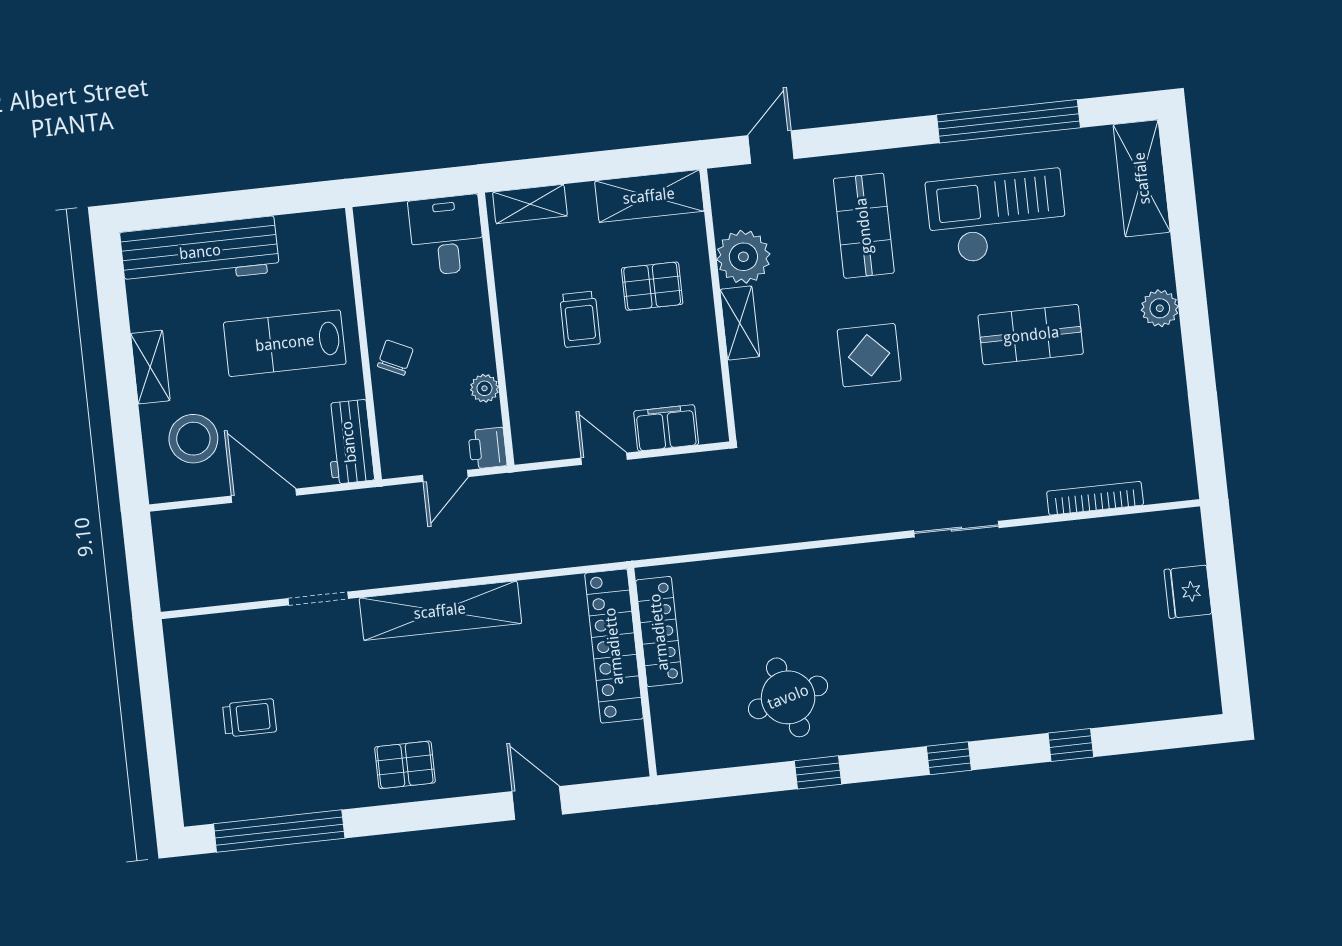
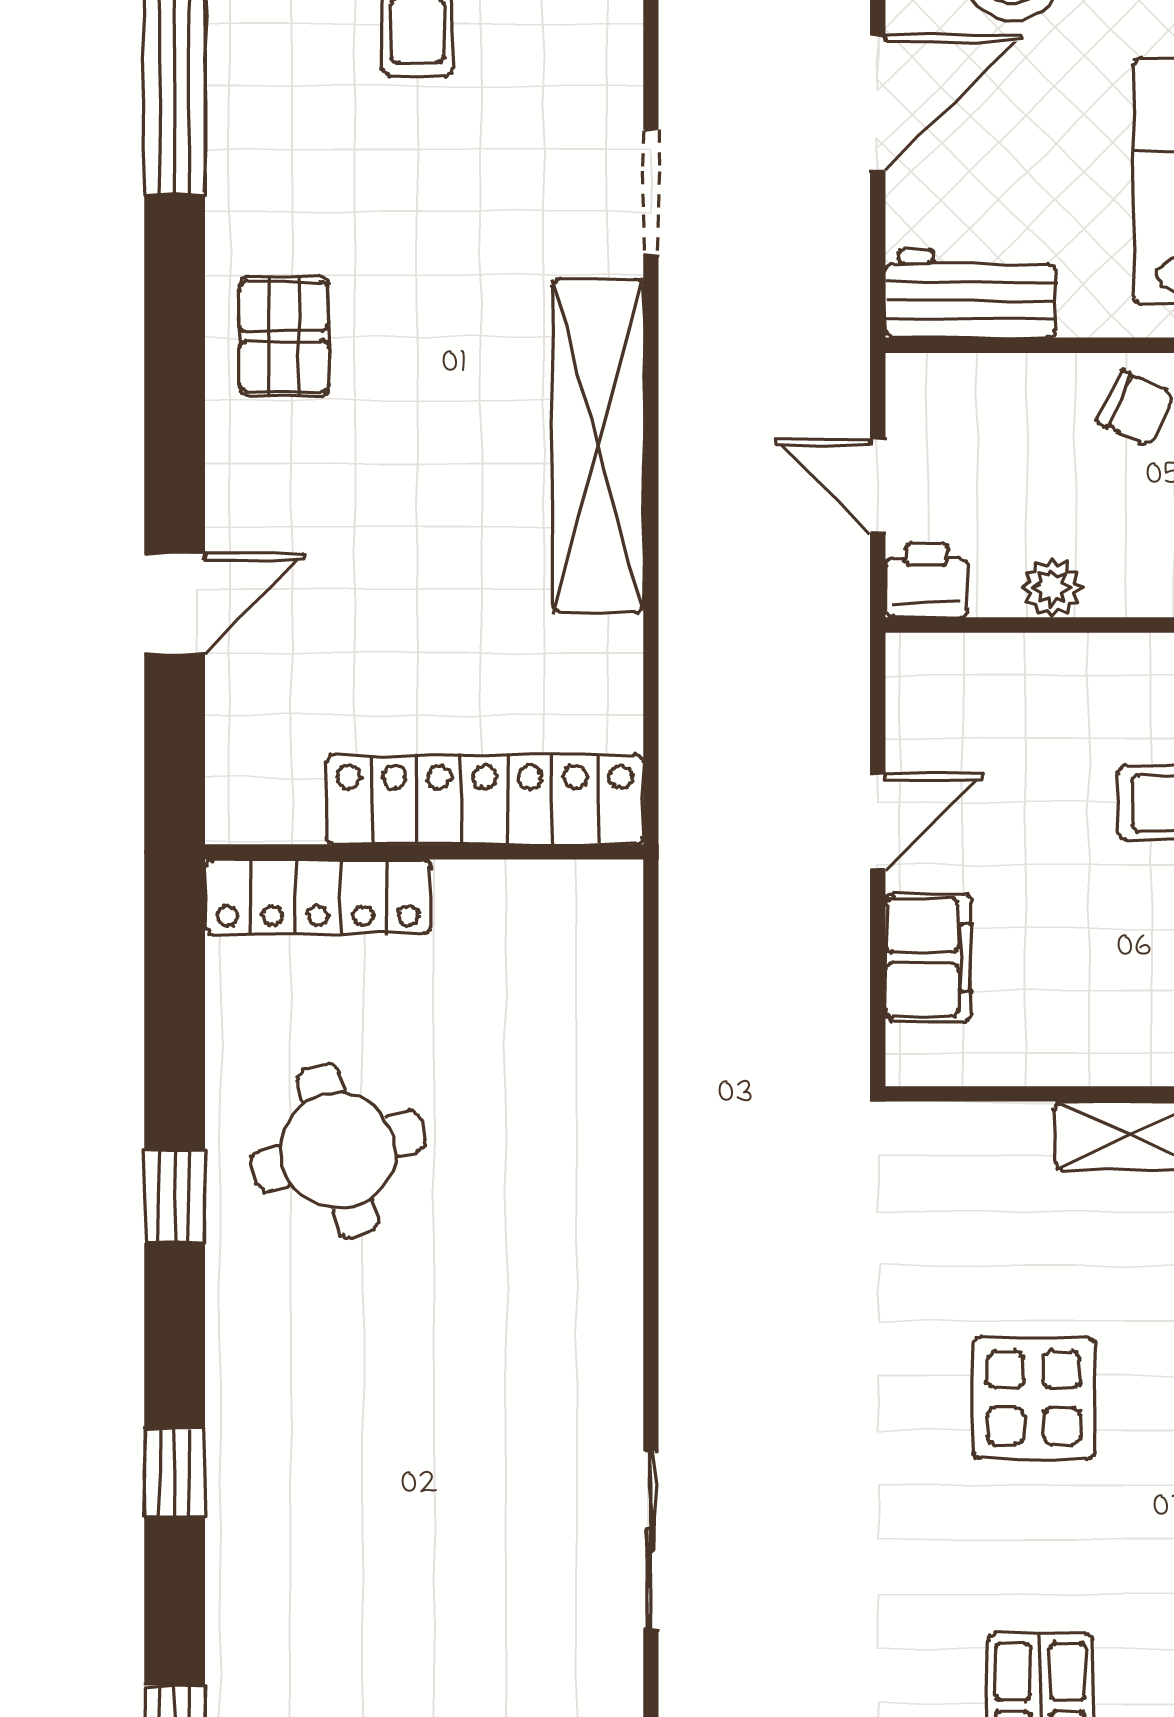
locker: (659, 632) -> (318, 897), moved

